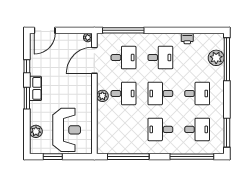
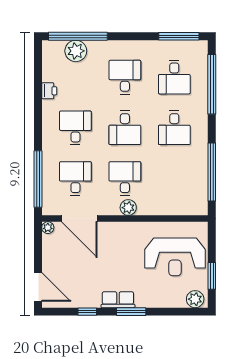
desk: (197, 129) -> (174, 77), turned 180
reception desk: (67, 130) -> (175, 257), turned 180
plant: (36, 131) -> (195, 299), moved

